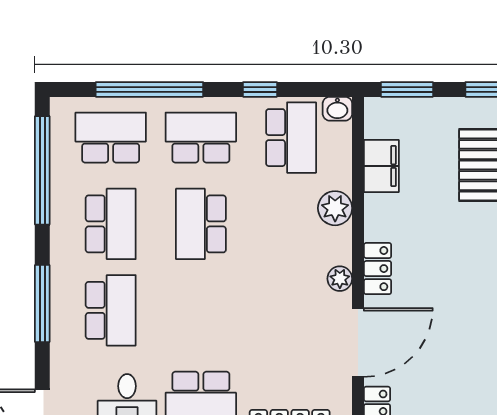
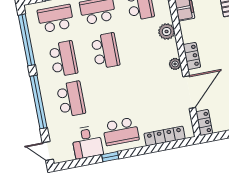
school desk: (201, 224) -> (105, 51), turned 180
window: (42, 303) -> (38, 102), width x1.46

